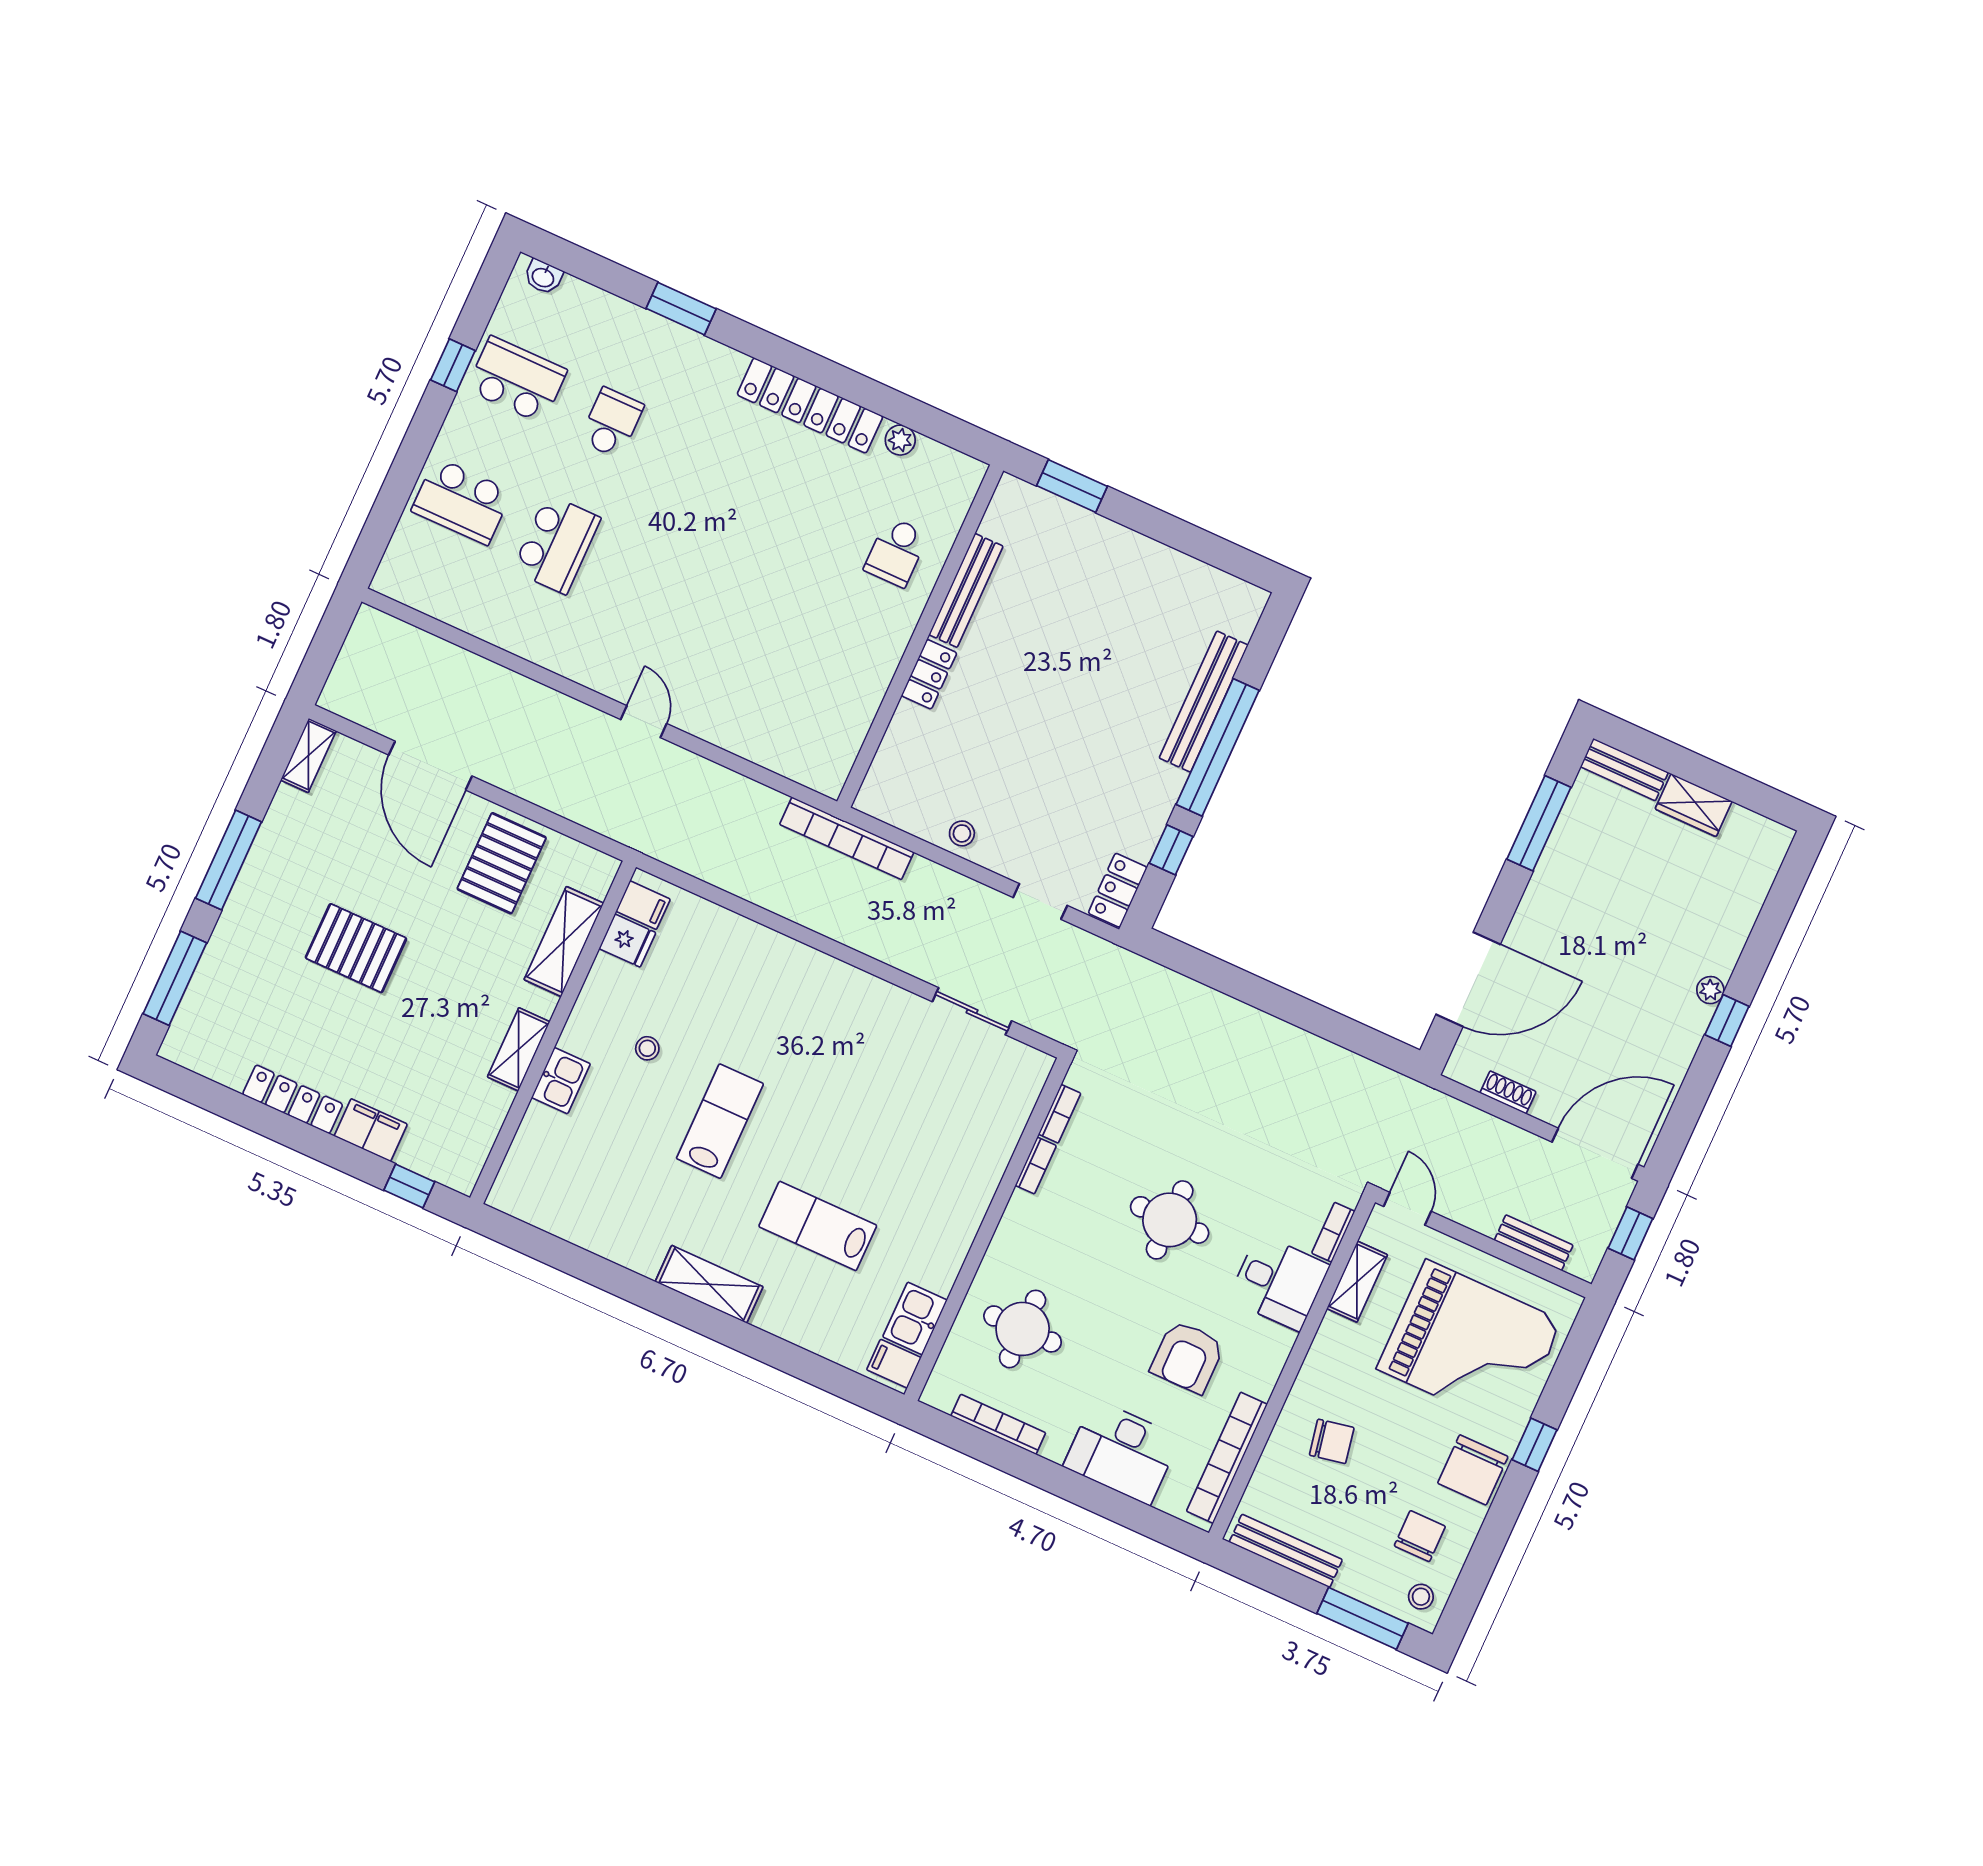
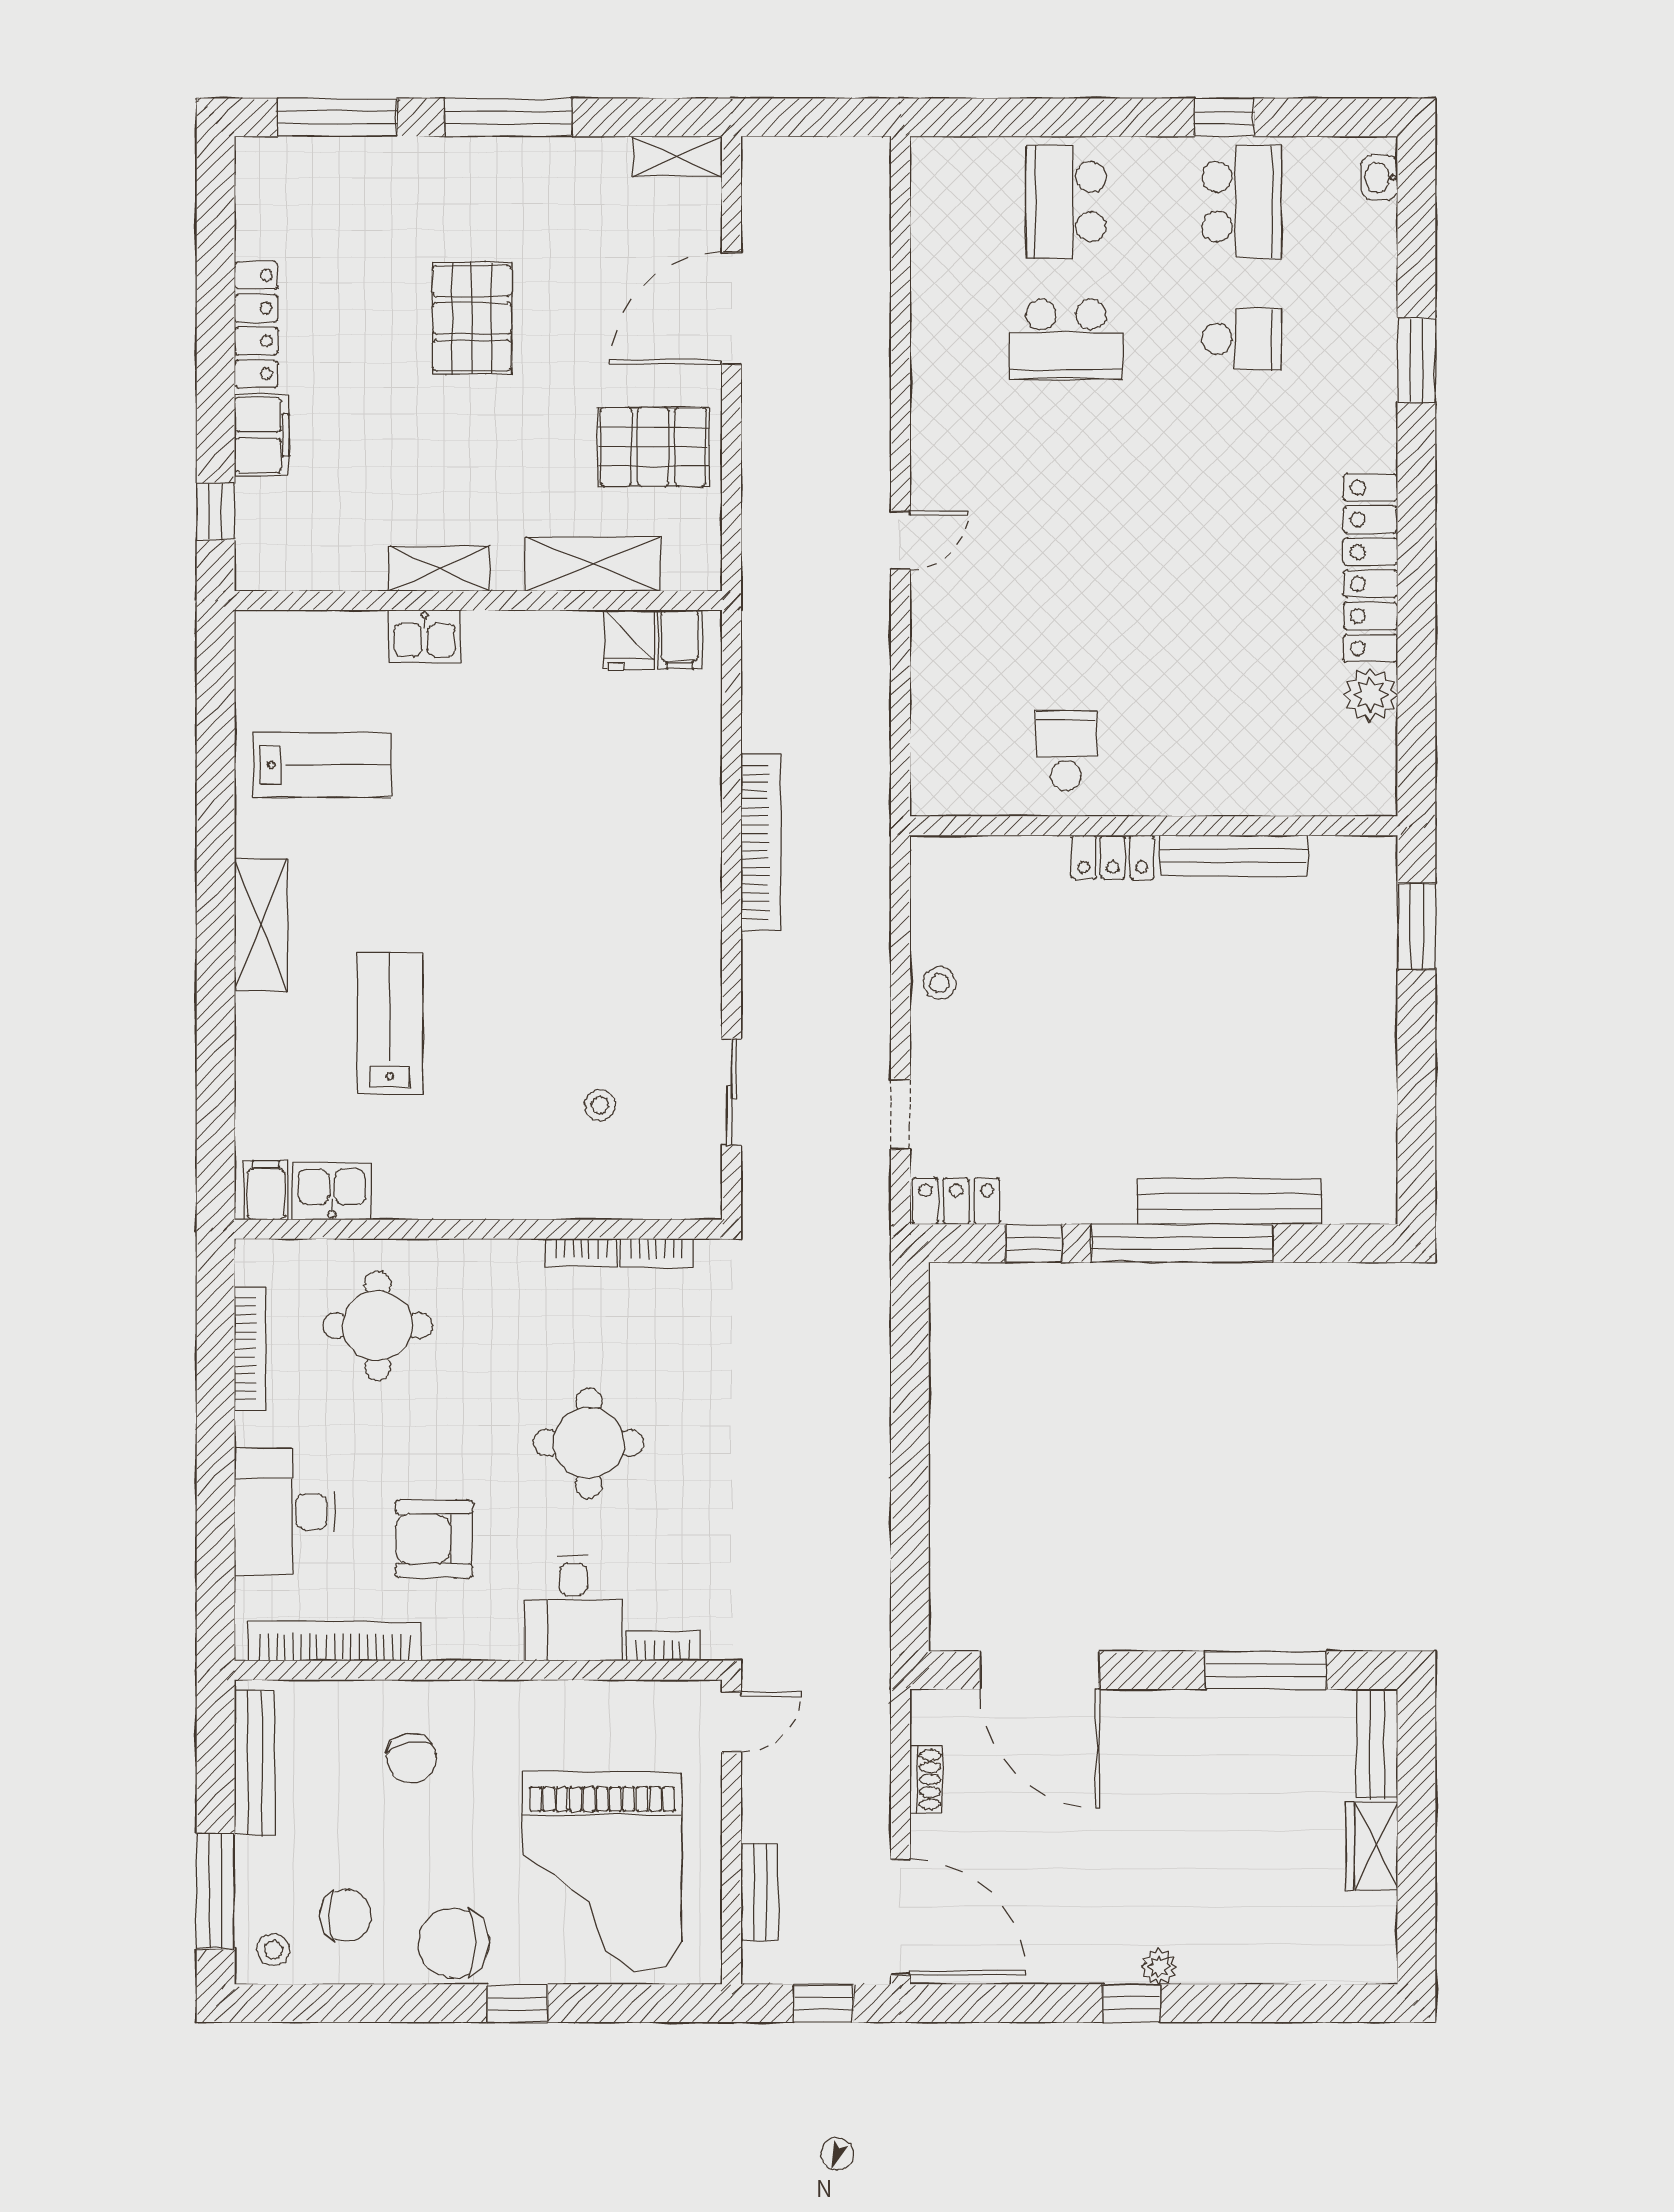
plant: (900, 440) -> (1371, 695), width x1.38, depth x1.38
school desk: (896, 552) -> (1066, 751), moved, turned 90
bookcase: (847, 838) -> (761, 842), moved, turned 180
stool: (647, 1048) -> (600, 1105), moved
lab bench: (720, 1121) -> (322, 765), moved
shelving: (1357, 1282) -> (617, 1702), removed

